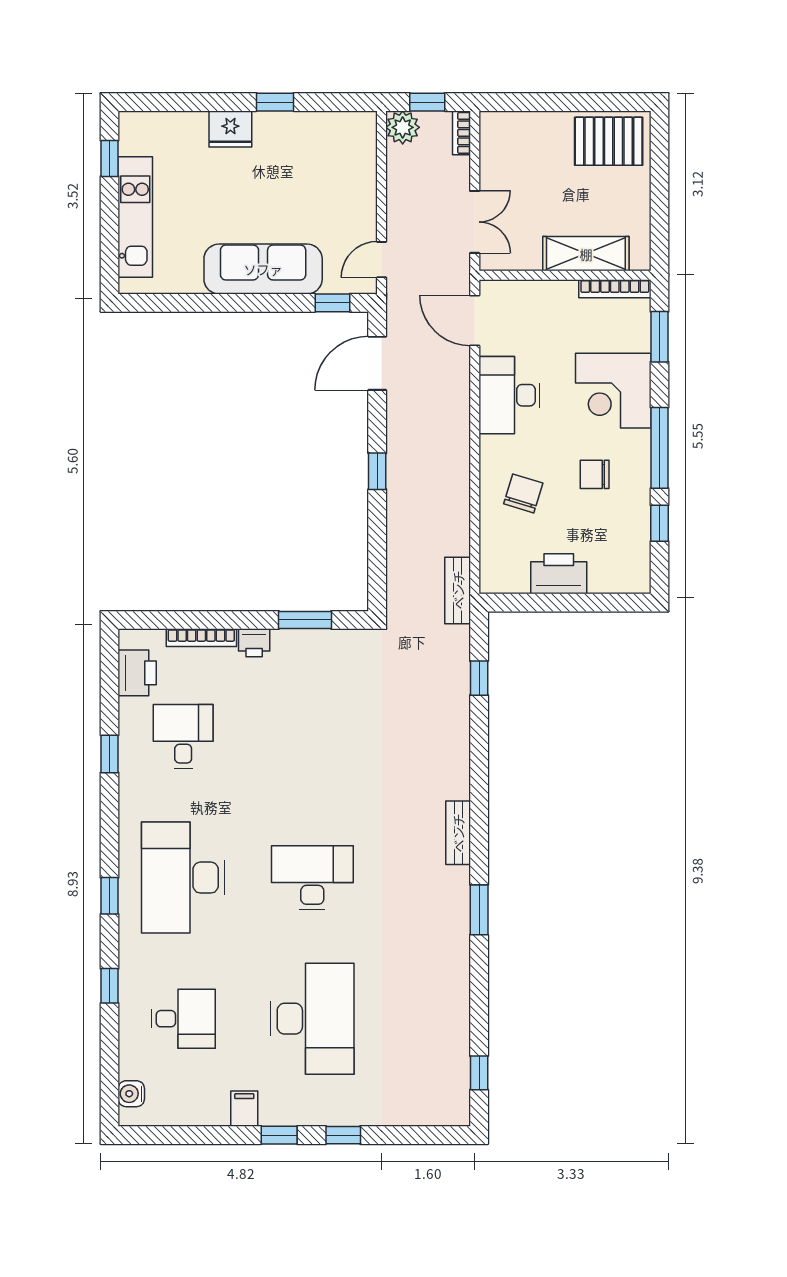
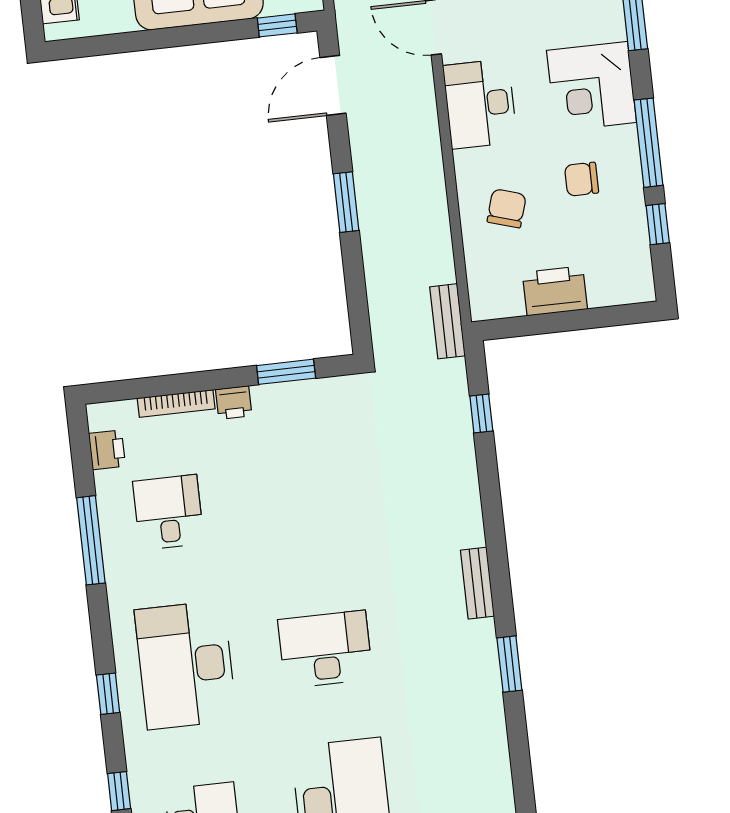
window: (377, 471) -> (346, 202), width x1.50
printer: (137, 673) -> (107, 450), width x0.73, depth x0.81
window: (110, 754) -> (91, 540), width x2.17

